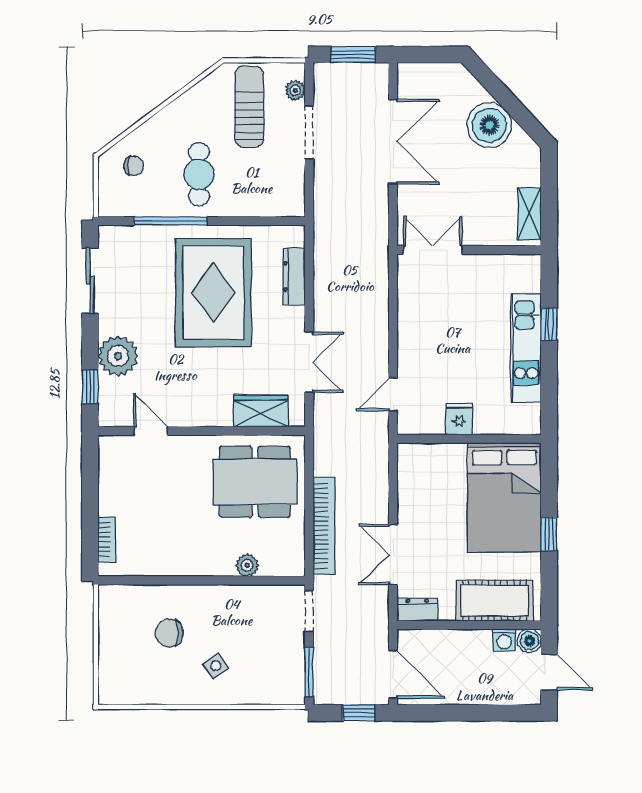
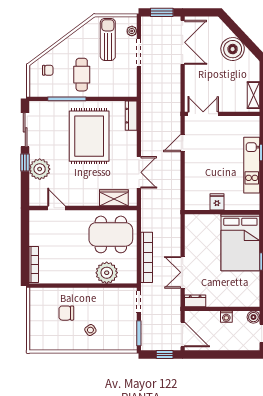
double door: (393, 142) -> (183, 42), moved
dresser: (294, 276) -> (131, 116), moved
window: (90, 387) -> (25, 162), moved
door: (393, 394) -> (183, 143), moved
bookcase: (107, 540) -> (34, 264), width x1.56
plant: (247, 565) -> (107, 273), width x1.88, depth x1.88
cot: (495, 601) -> (235, 296), removed
washing machine: (504, 640) -> (226, 317), moved

